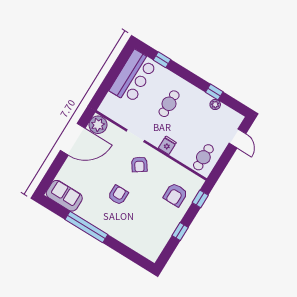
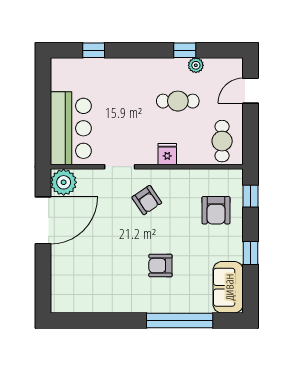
bar counter: (133, 77) -> (71, 128), moved
cafe table: (169, 104) -> (178, 101), moved, turned 90
door: (238, 138) -> (250, 91), swing flipped
armchair: (118, 195) -> (160, 266), moved, turned -90
sofa: (64, 196) -> (228, 287), moved, turned -90
window: (86, 227) -> (180, 321), moved

